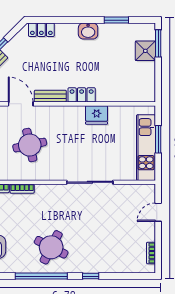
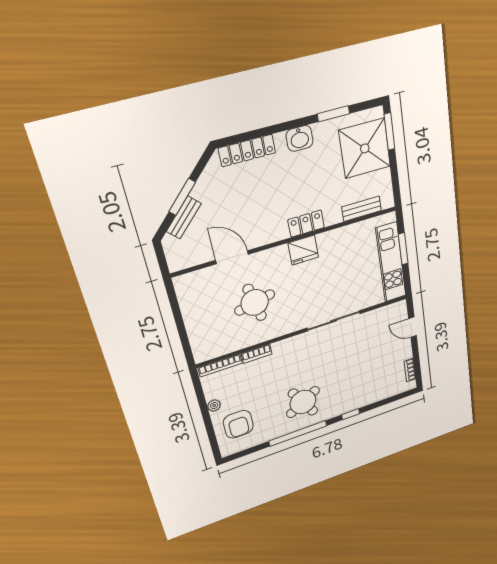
locker: (41, 30) -> (247, 150), width x1.53
shower: (145, 51) -> (365, 148), width x1.86, depth x1.86
bench: (50, 96) -> (362, 209), moved
fridge: (97, 115) -> (303, 250), moved
door: (158, 212) -> (412, 327), hinge flipped
round table: (51, 247) -> (303, 402), turned 33

